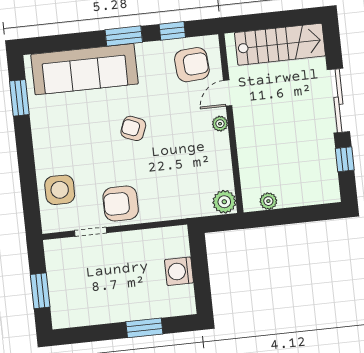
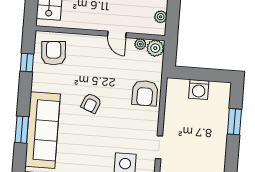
window: (124, 36) -> (22, 130), moved
door: (228, 93) -> (117, 34), moved
plant: (220, 124) -> (140, 44), moved
armchair: (121, 203) -> (145, 93), moved

